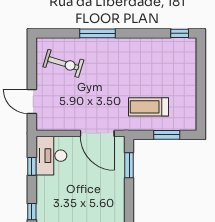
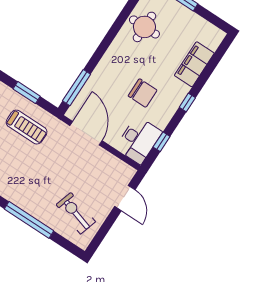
window: (98, 33) -> (29, 220), width x1.46
window: (129, 165) -> (77, 88), width x1.44
chair: (73, 196) -> (143, 93), added

